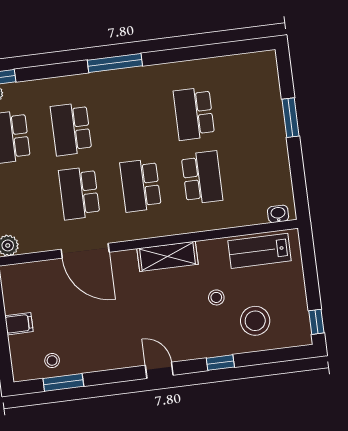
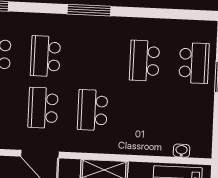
school desk: (202, 178) -> (194, 63), moved
washbasin: (278, 214) -> (182, 151), moved

